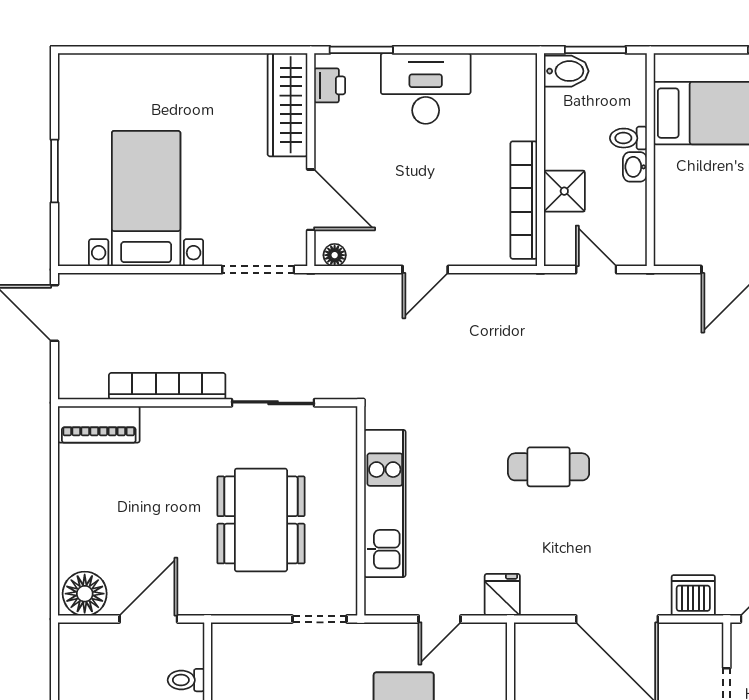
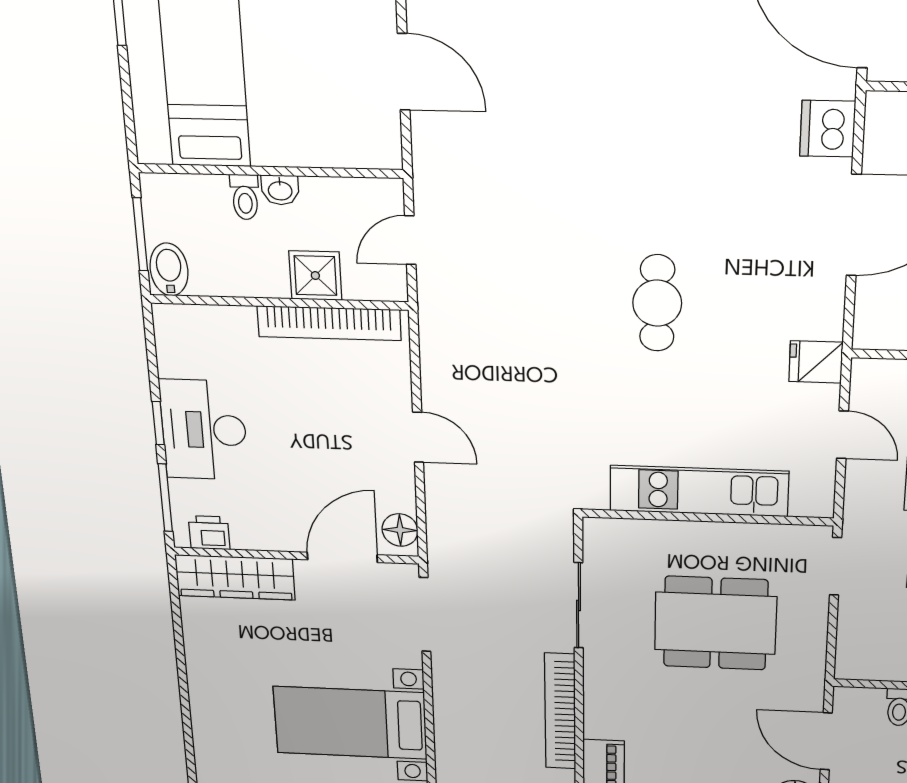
window: (430, 50) -> (158, 423), added
floor lamp: (335, 255) -> (400, 530), width x1.37, depth x1.37

